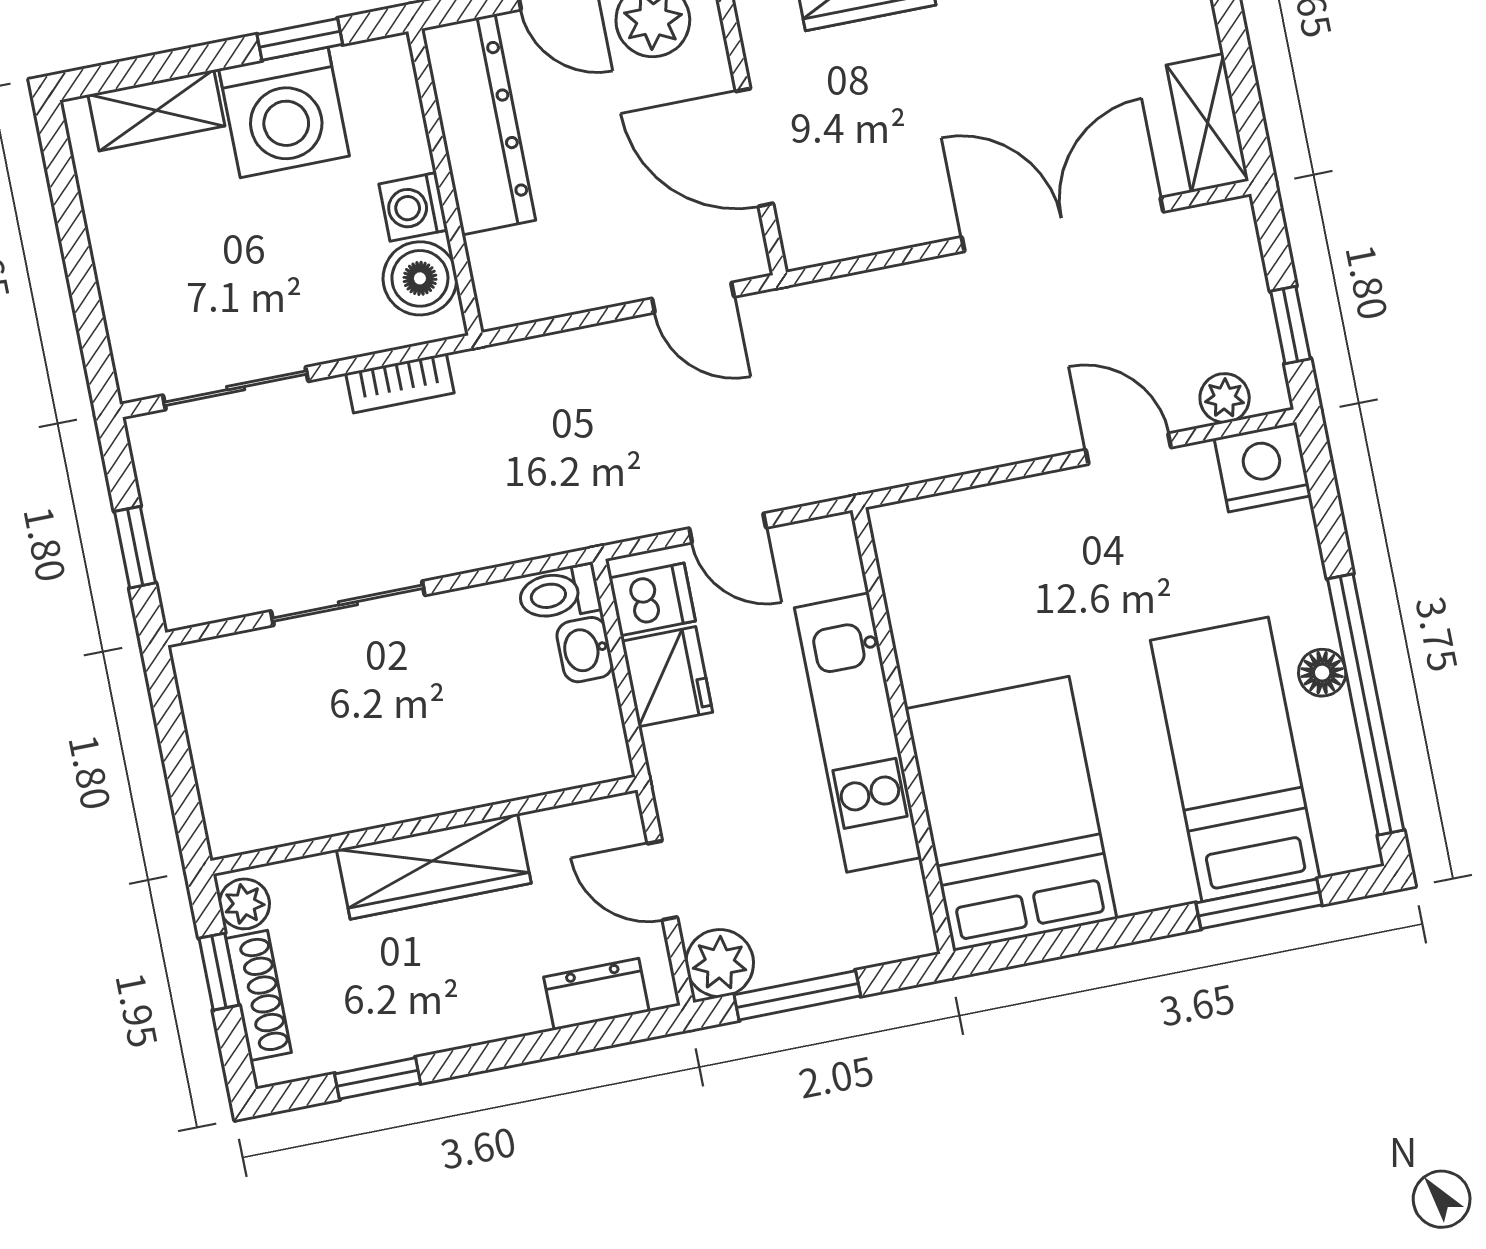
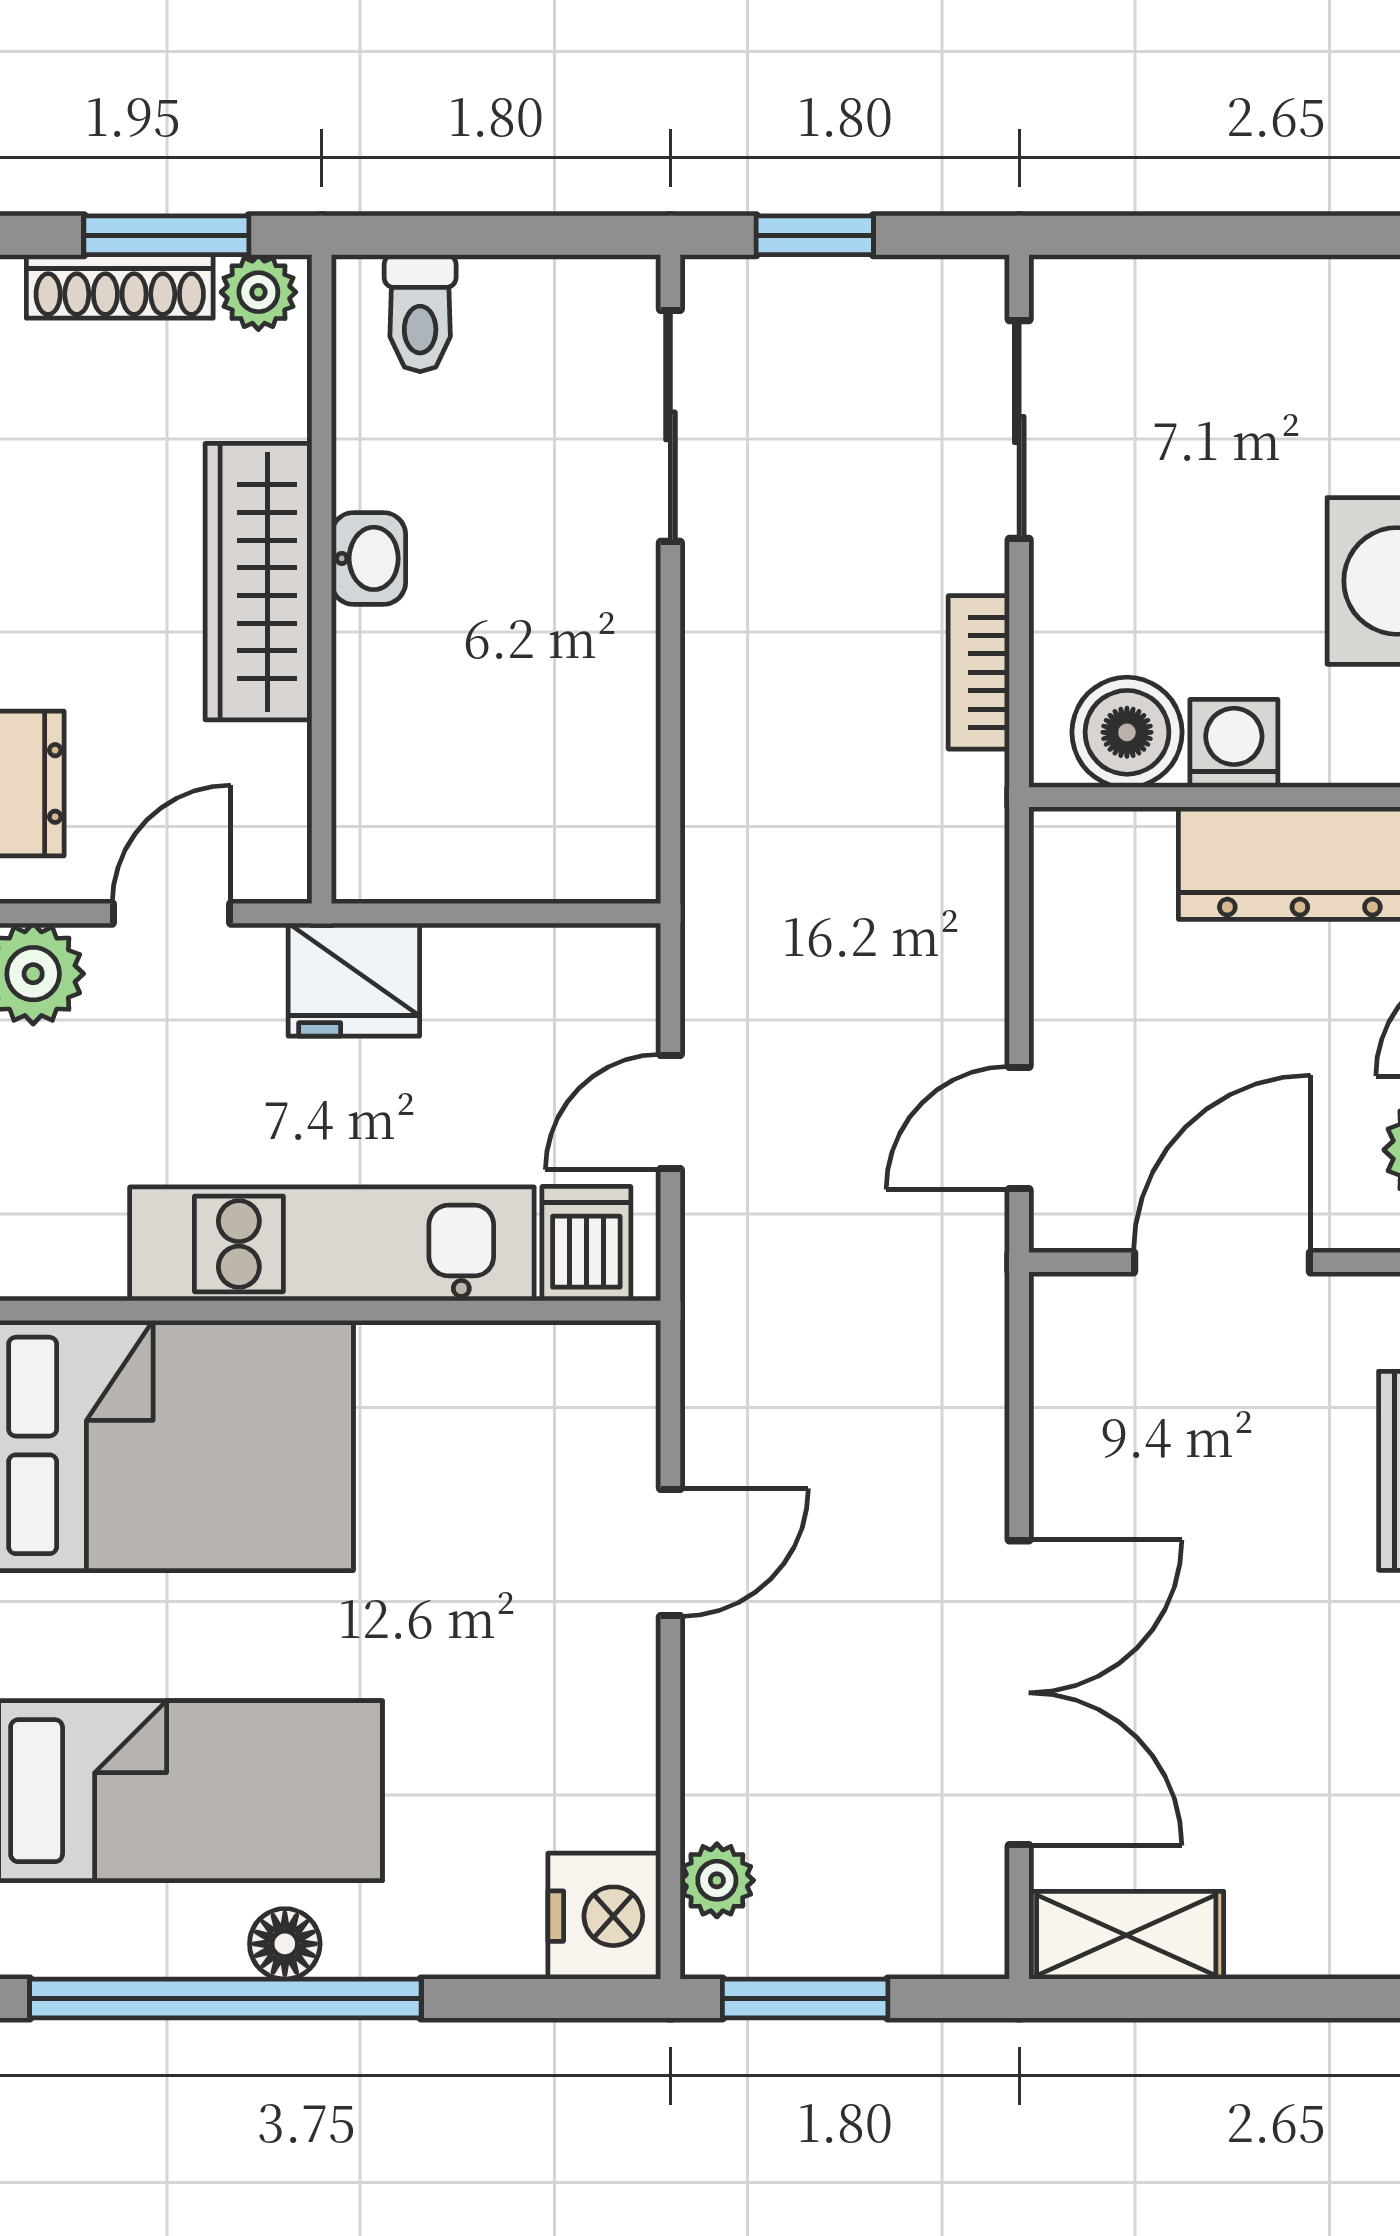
window: (1290, 325) -> (805, 1998), width x1.50
door: (1128, 449) -> (670, 1552), moved
toilet: (559, 594) -> (420, 313), moved, turned 180
dishwasher: (652, 599) -> (586, 1244), moved, turned 180
sliding door: (348, 603) -> (670, 426), moved
washbasin: (585, 650) -> (368, 558), moved, turned 90
fridge: (667, 677) -> (354, 980), moved
window: (219, 972) -> (166, 235), width x1.50

